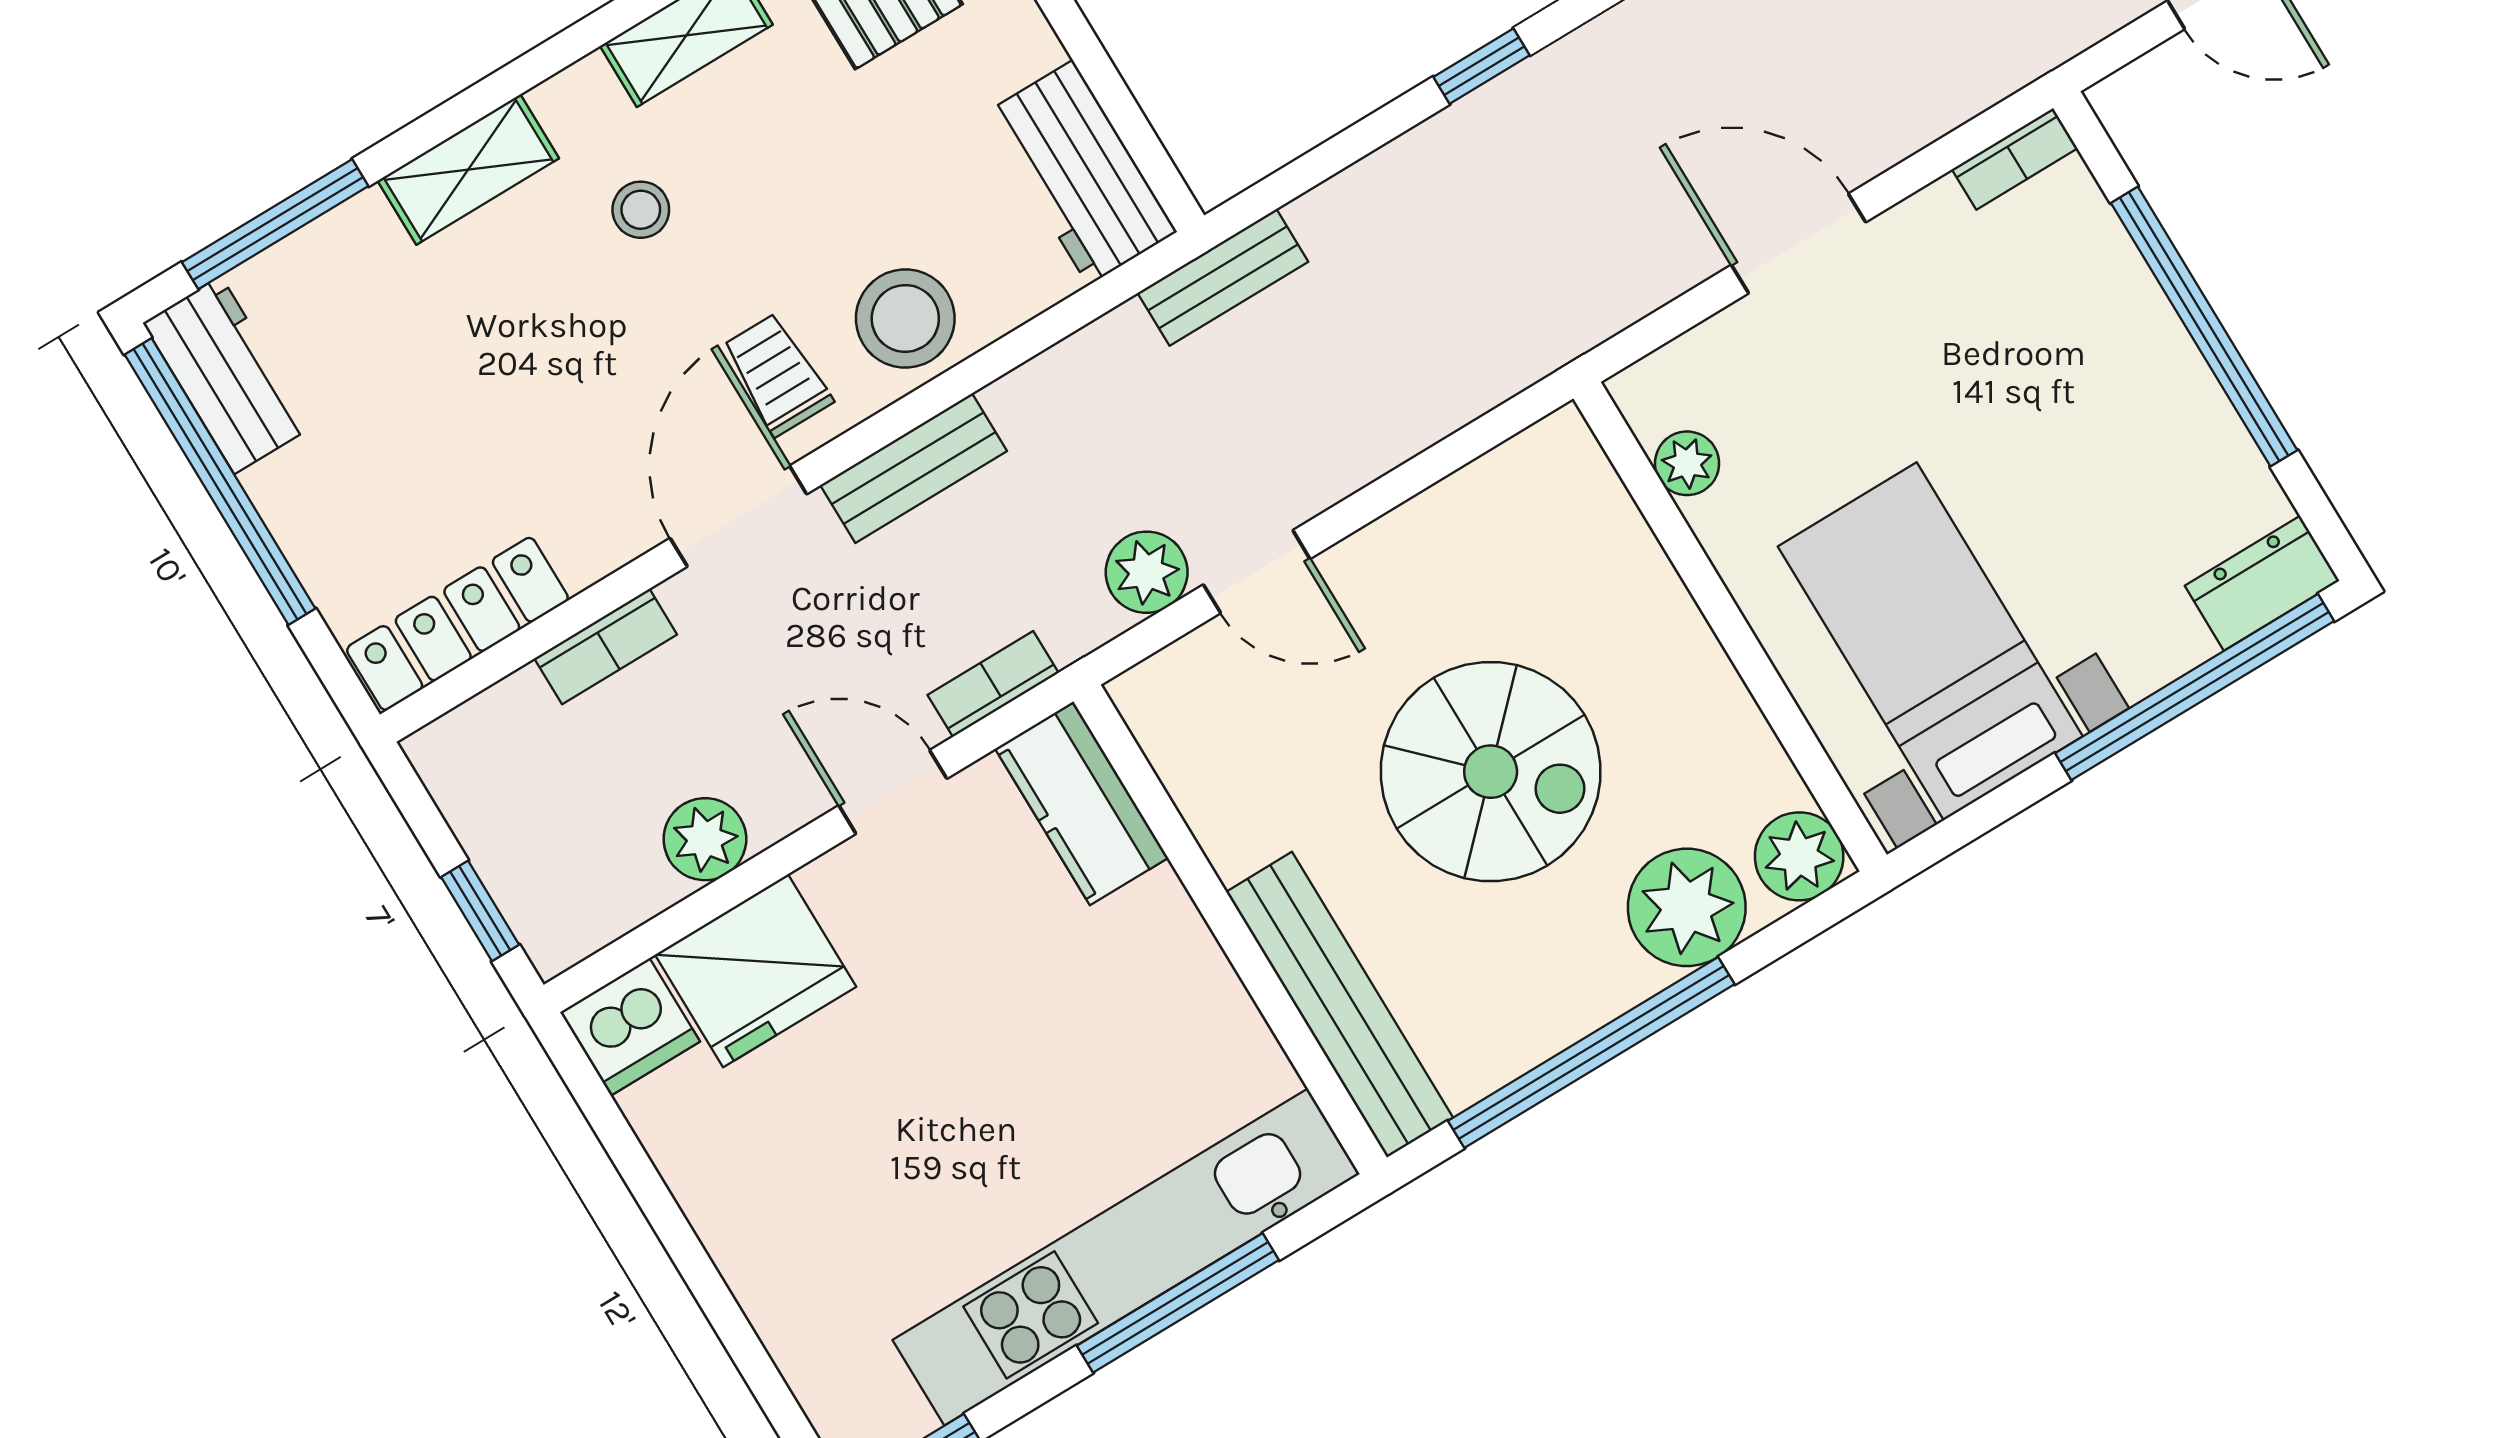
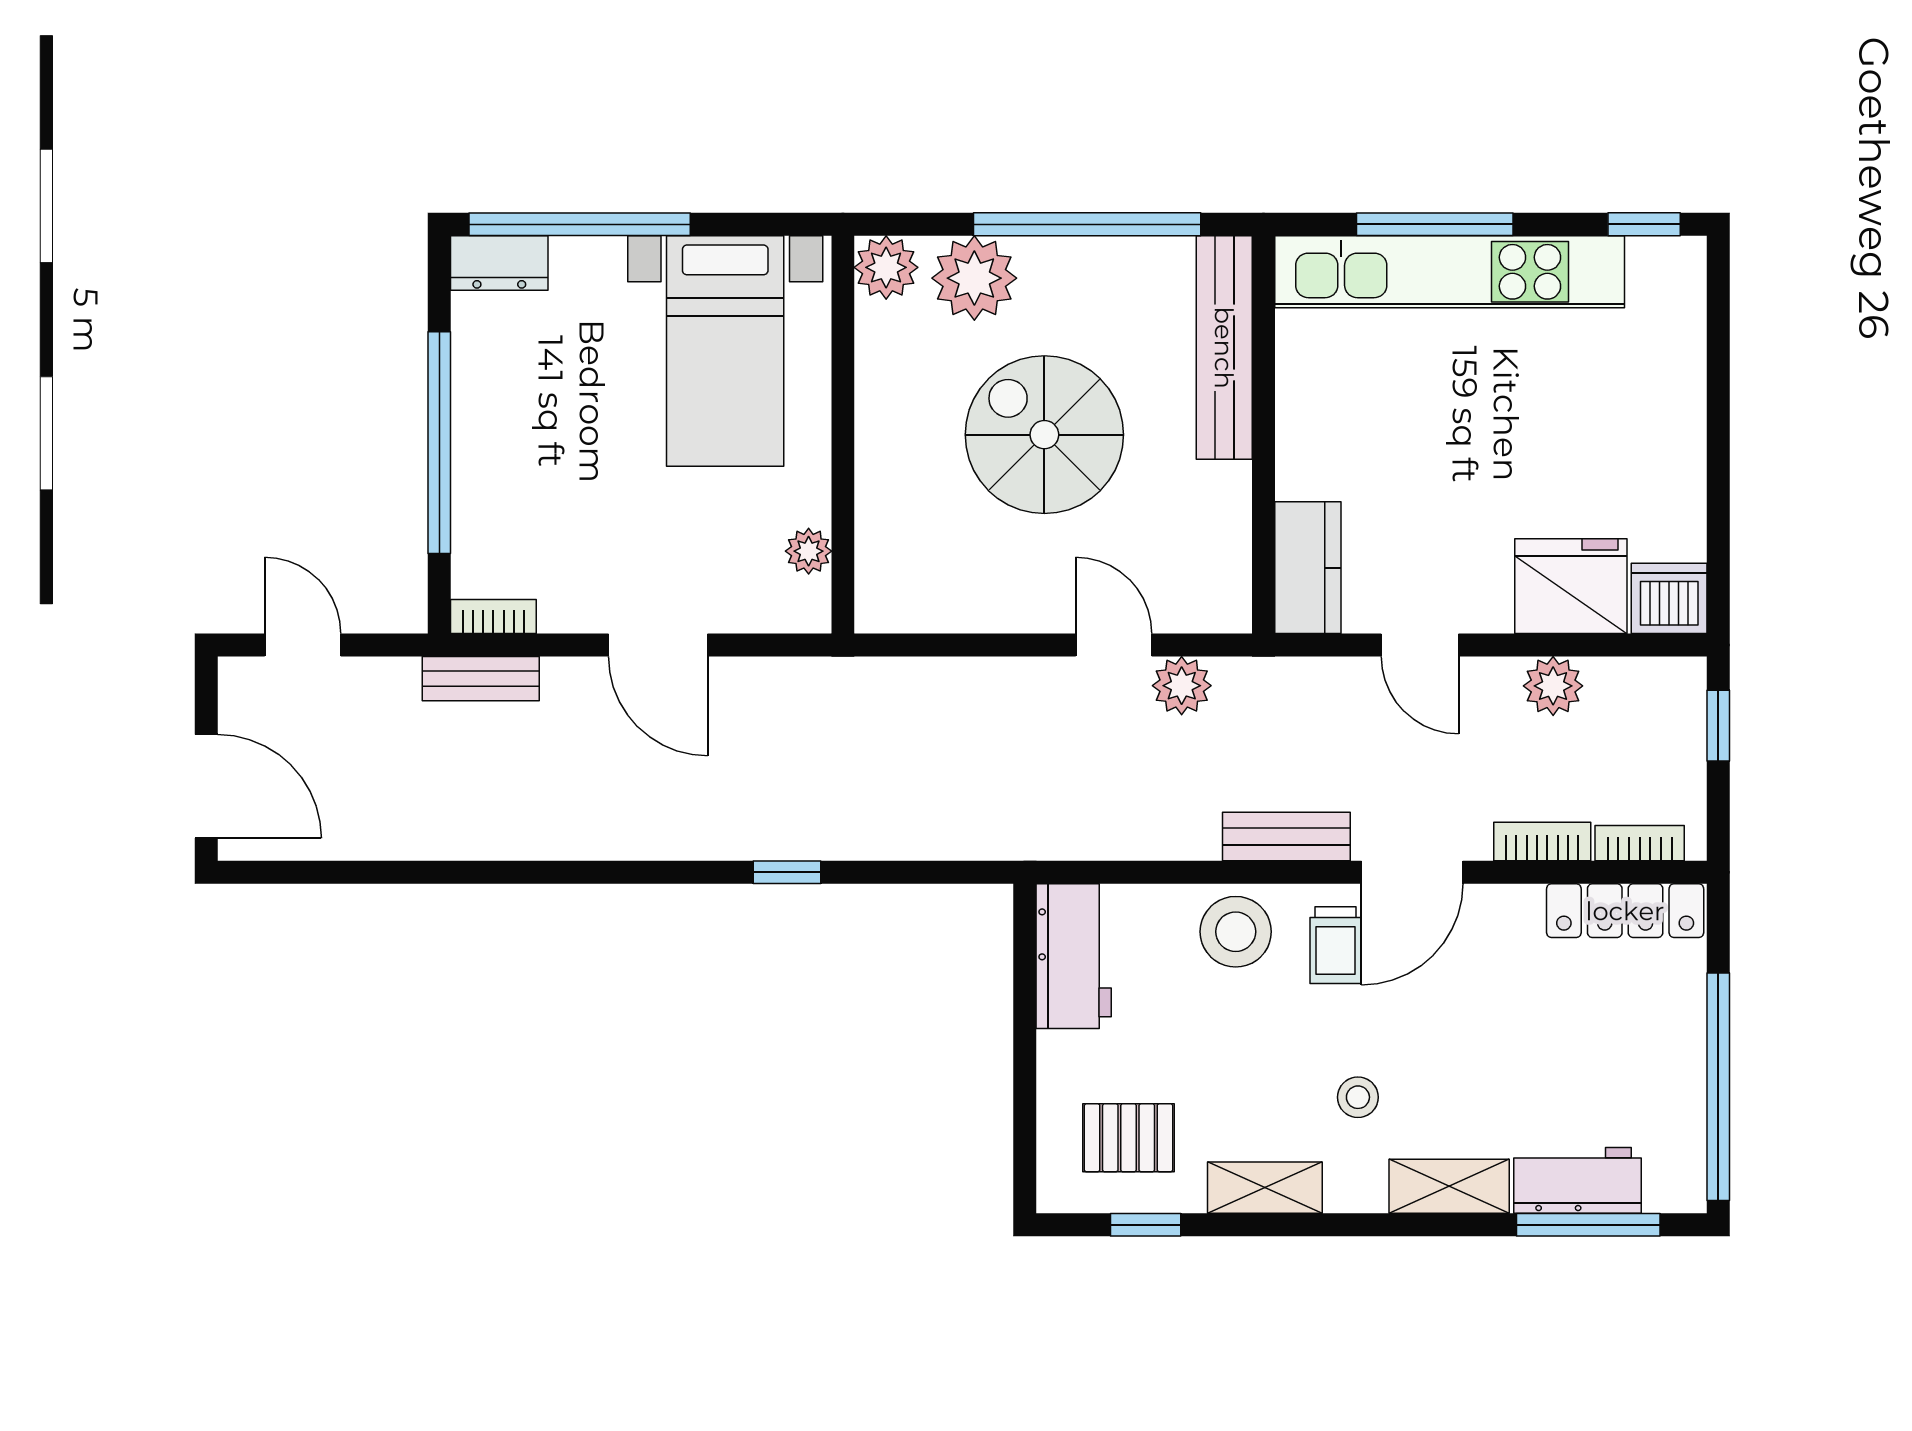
bench: (1223, 277) -> (481, 679), moved
workbench: (228, 375) -> (1577, 1180), moved, turned 90
bookcase: (993, 684) -> (1640, 843), moved, turned 180

